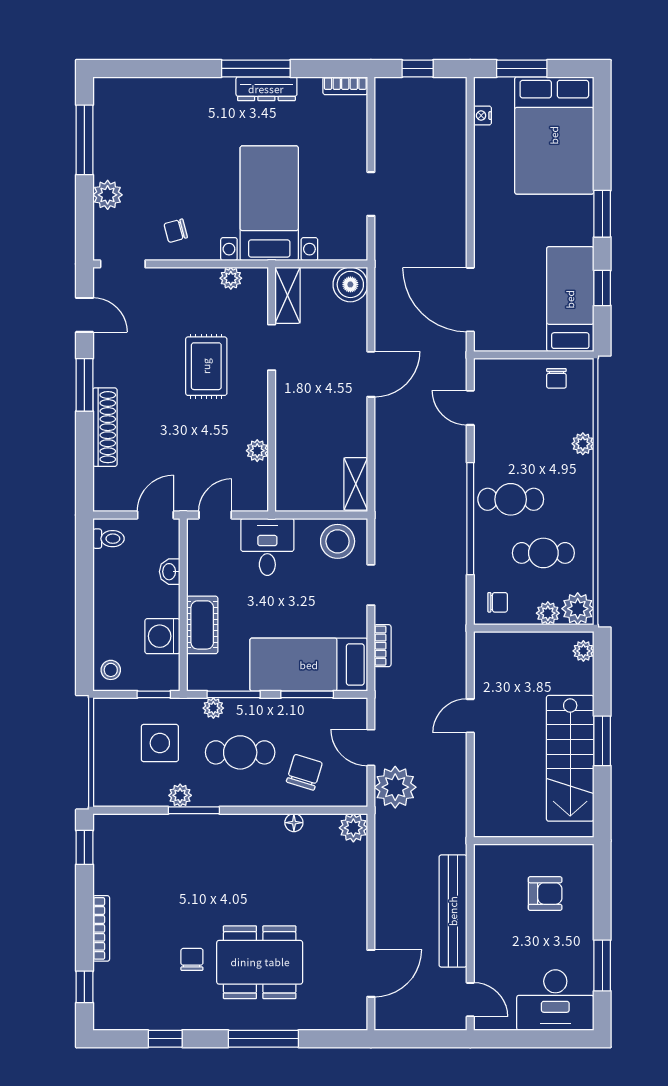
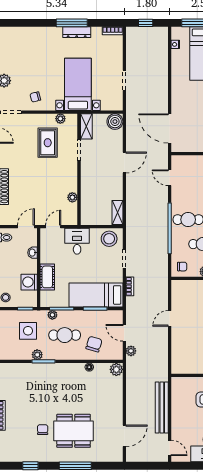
rug: (206, 366) -> (48, 143), moved
plant: (395, 787) -> (131, 351), width x0.53, depth x0.53

